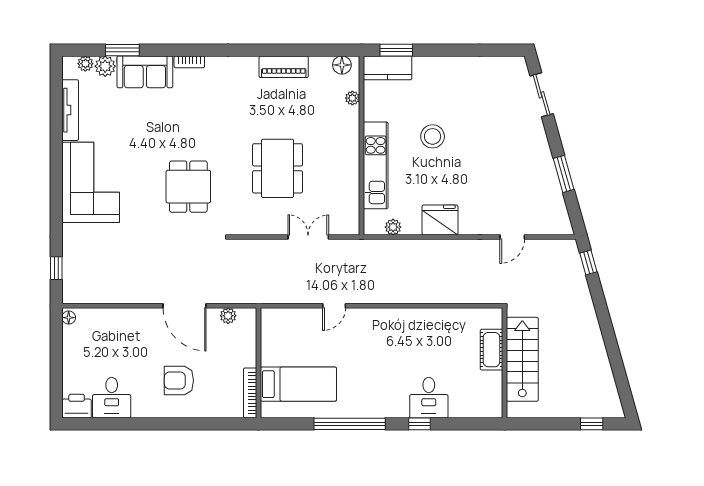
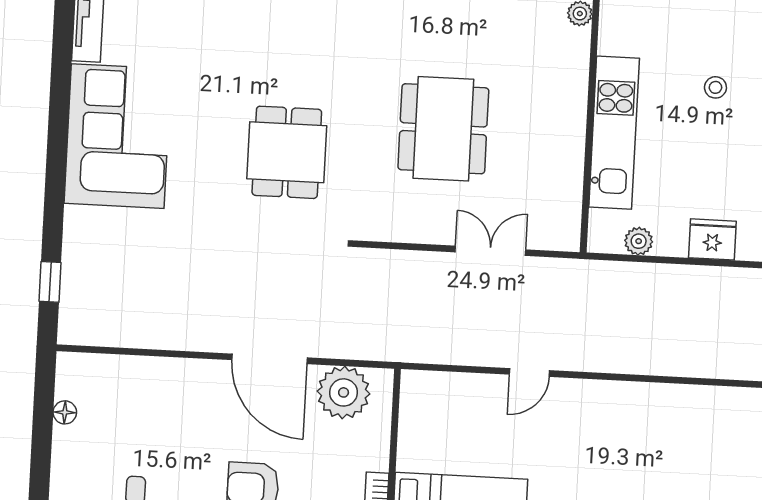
stool: (433, 136) -> (715, 87), width x0.53, depth x0.53
fridge: (440, 220) -> (712, 239), width x0.73, depth x0.75
plant: (228, 316) -> (344, 392), width x1.88, depth x1.88
floor lamp: (69, 318) -> (65, 412), moved

